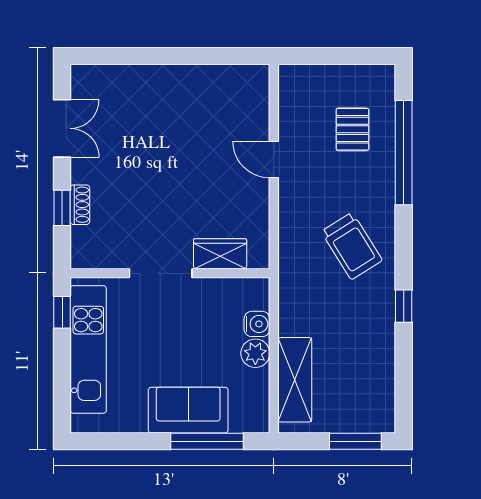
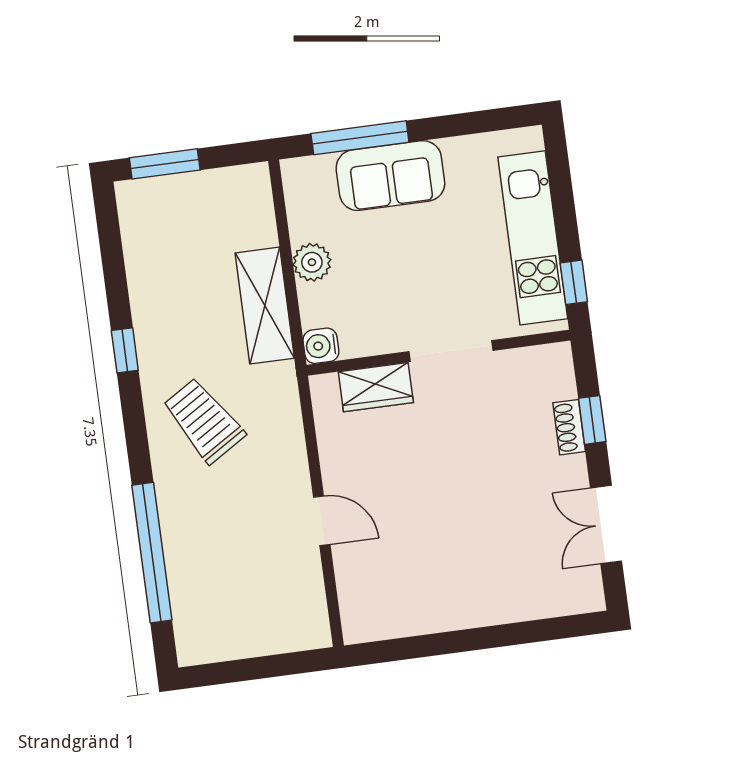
pallet: (352, 129) -> (223, 574), removed
water cooler: (257, 324) -> (321, 346), moved
shelving: (295, 380) -> (265, 306), moved

